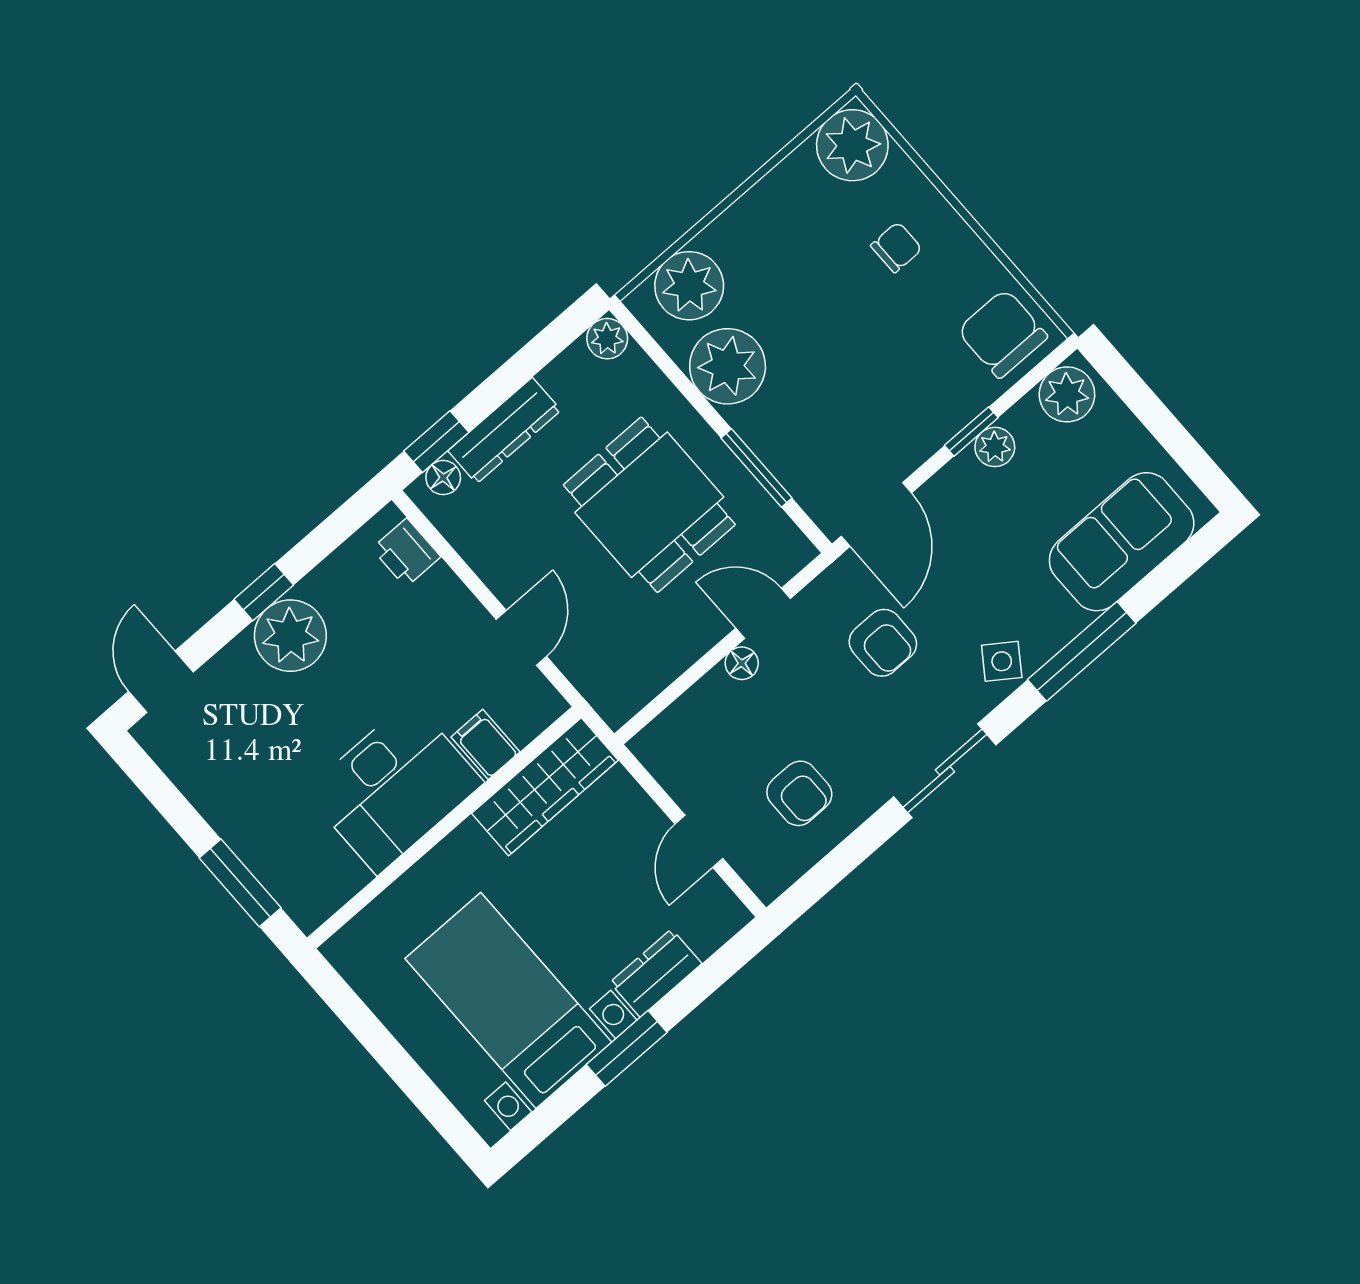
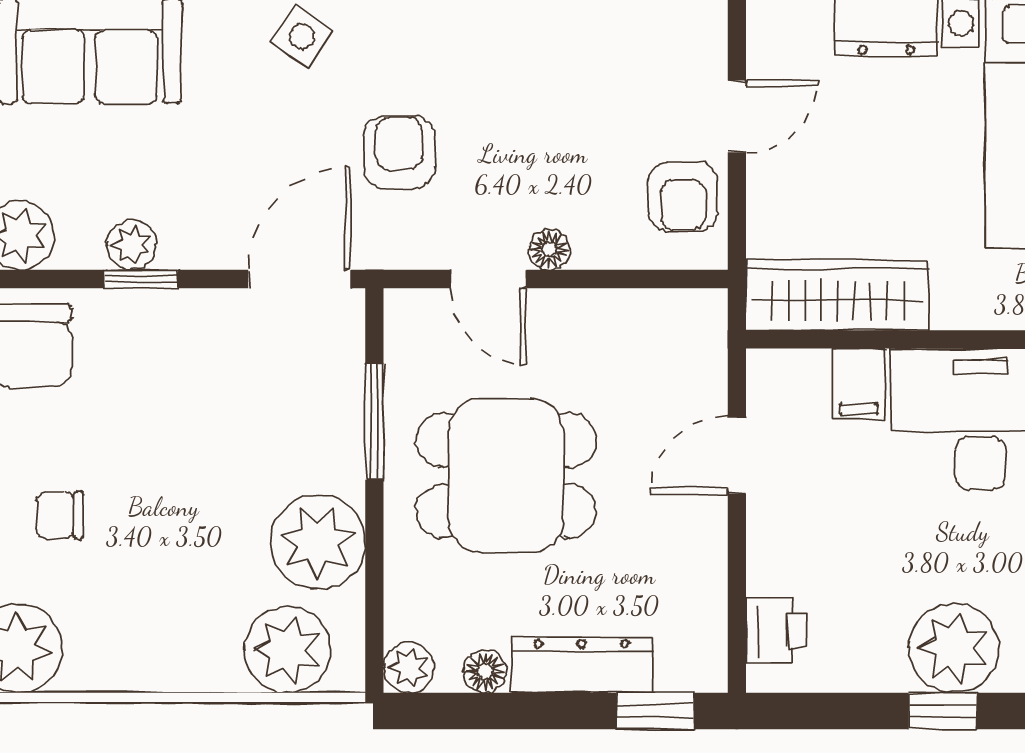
floor lamp: (443, 478) -> (485, 671), moved
dining table: (649, 505) -> (506, 476), turned 90
armchair: (799, 793) -> (683, 197), moved, turned 180

